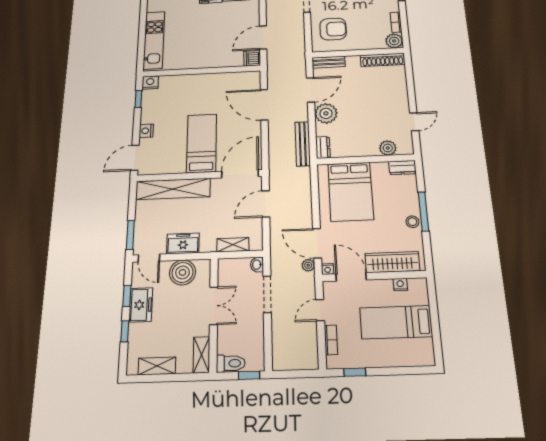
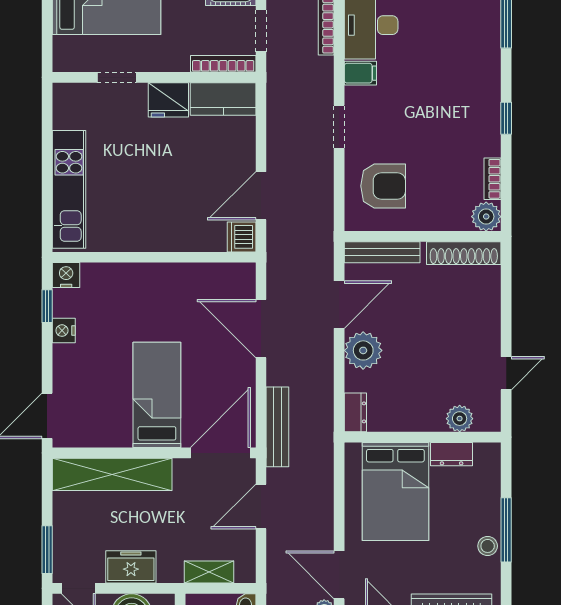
bench: (329, 62) -> (382, 252), width x1.36
nightstand: (146, 131) -> (64, 331), moved
bench: (303, 144) -> (277, 427), moved
dresser: (402, 168) -> (452, 454), moved

